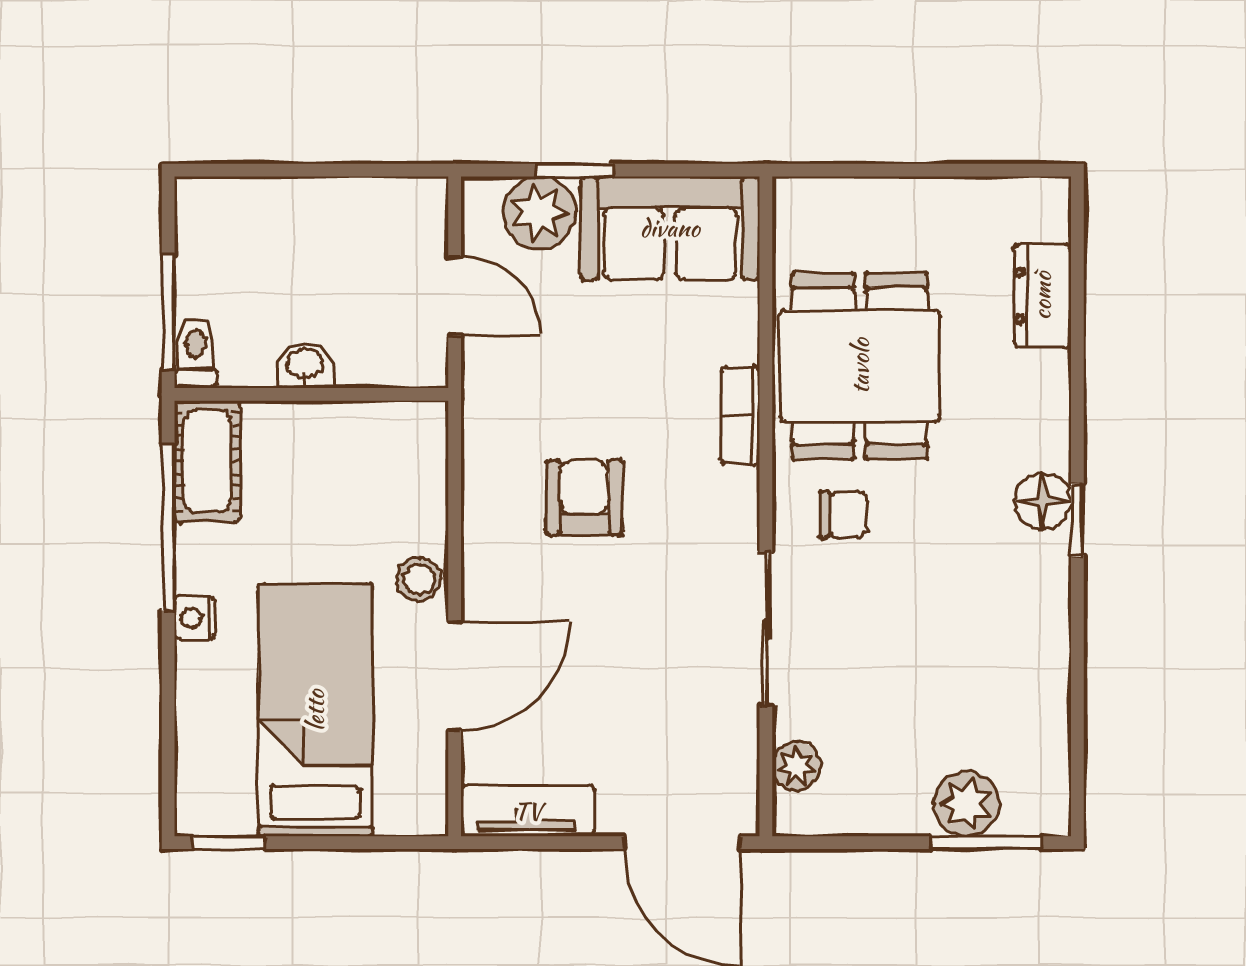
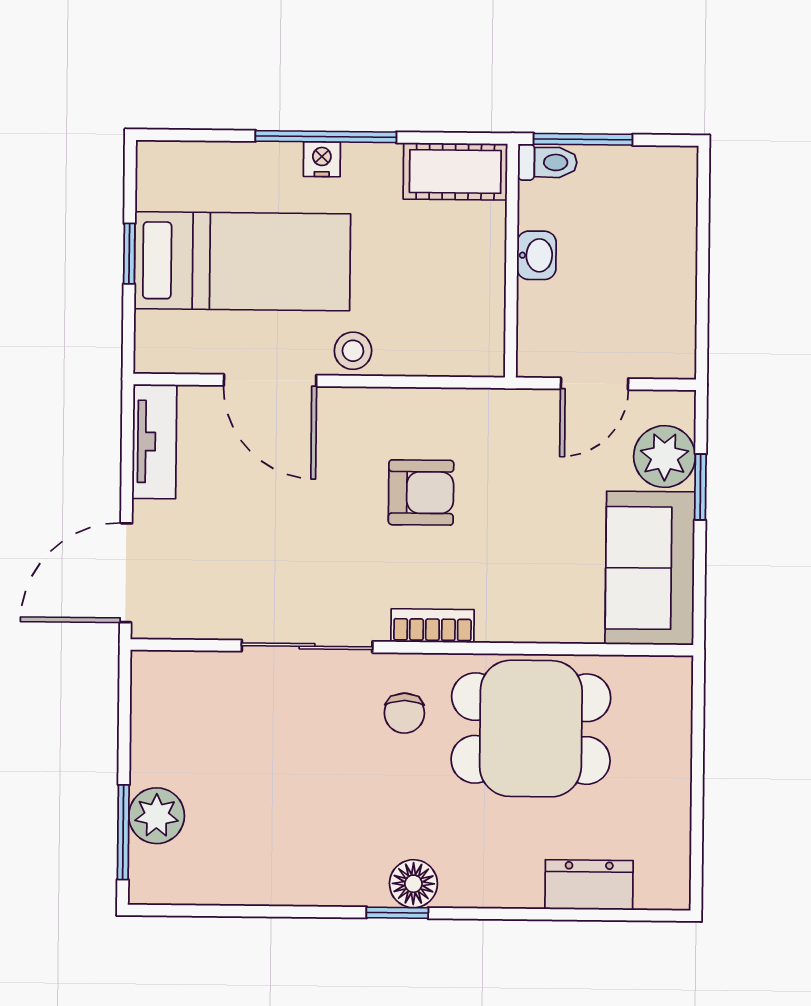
bookcase: (740, 415) -> (432, 626), moved
window: (168, 528) -> (326, 137), moved
plant: (797, 766) -> (190, 671), removed
window: (229, 843) -> (129, 254), moved

